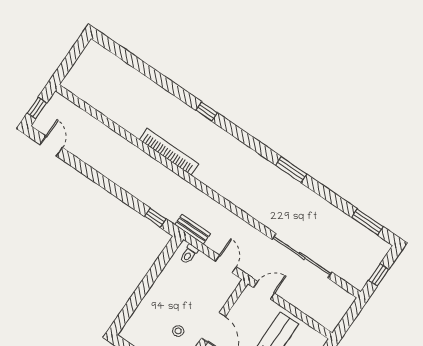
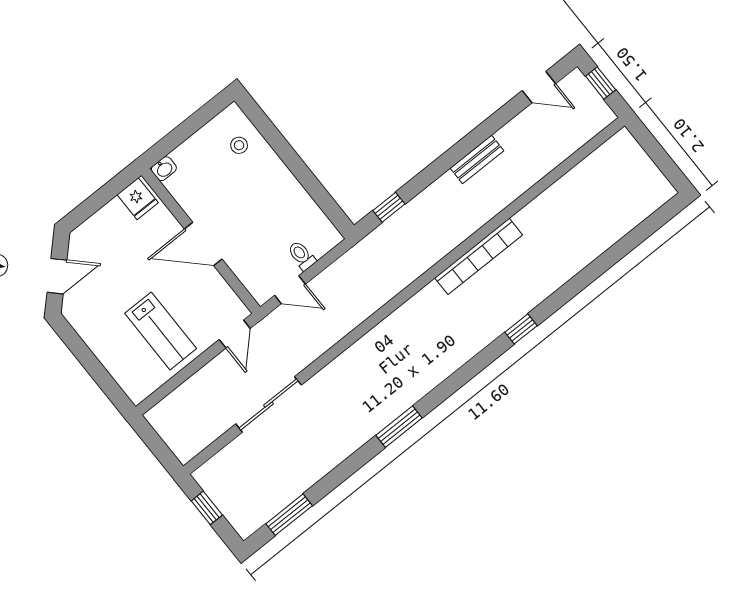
bench: (193, 229) -> (477, 159), moved
toilet: (189, 254) -> (302, 256), moved
sliding door: (302, 256) -> (269, 404), width x0.73
stool: (178, 331) -> (239, 145), moved

